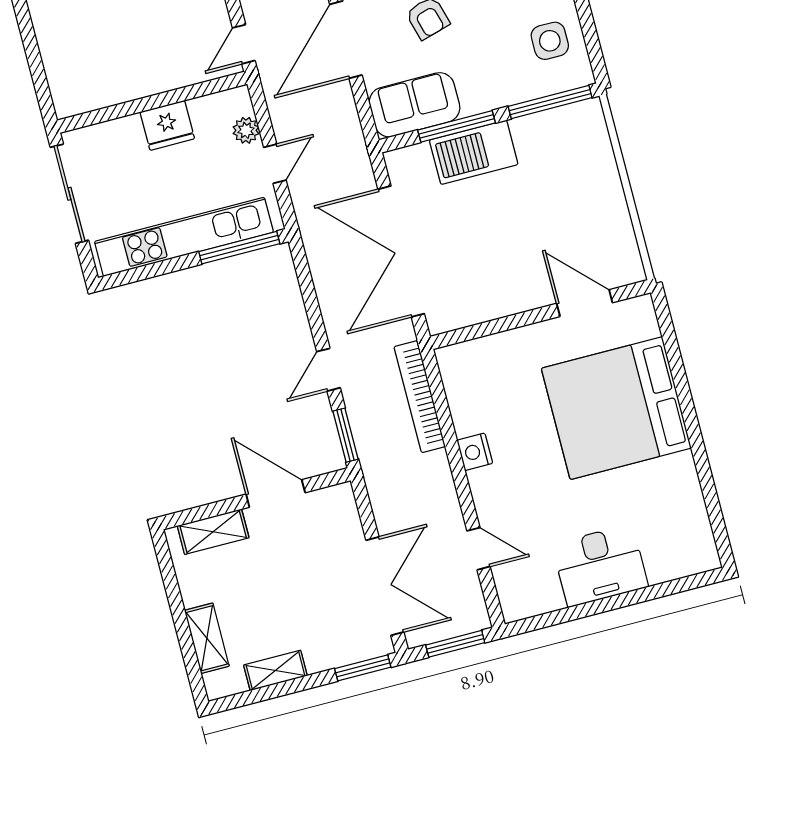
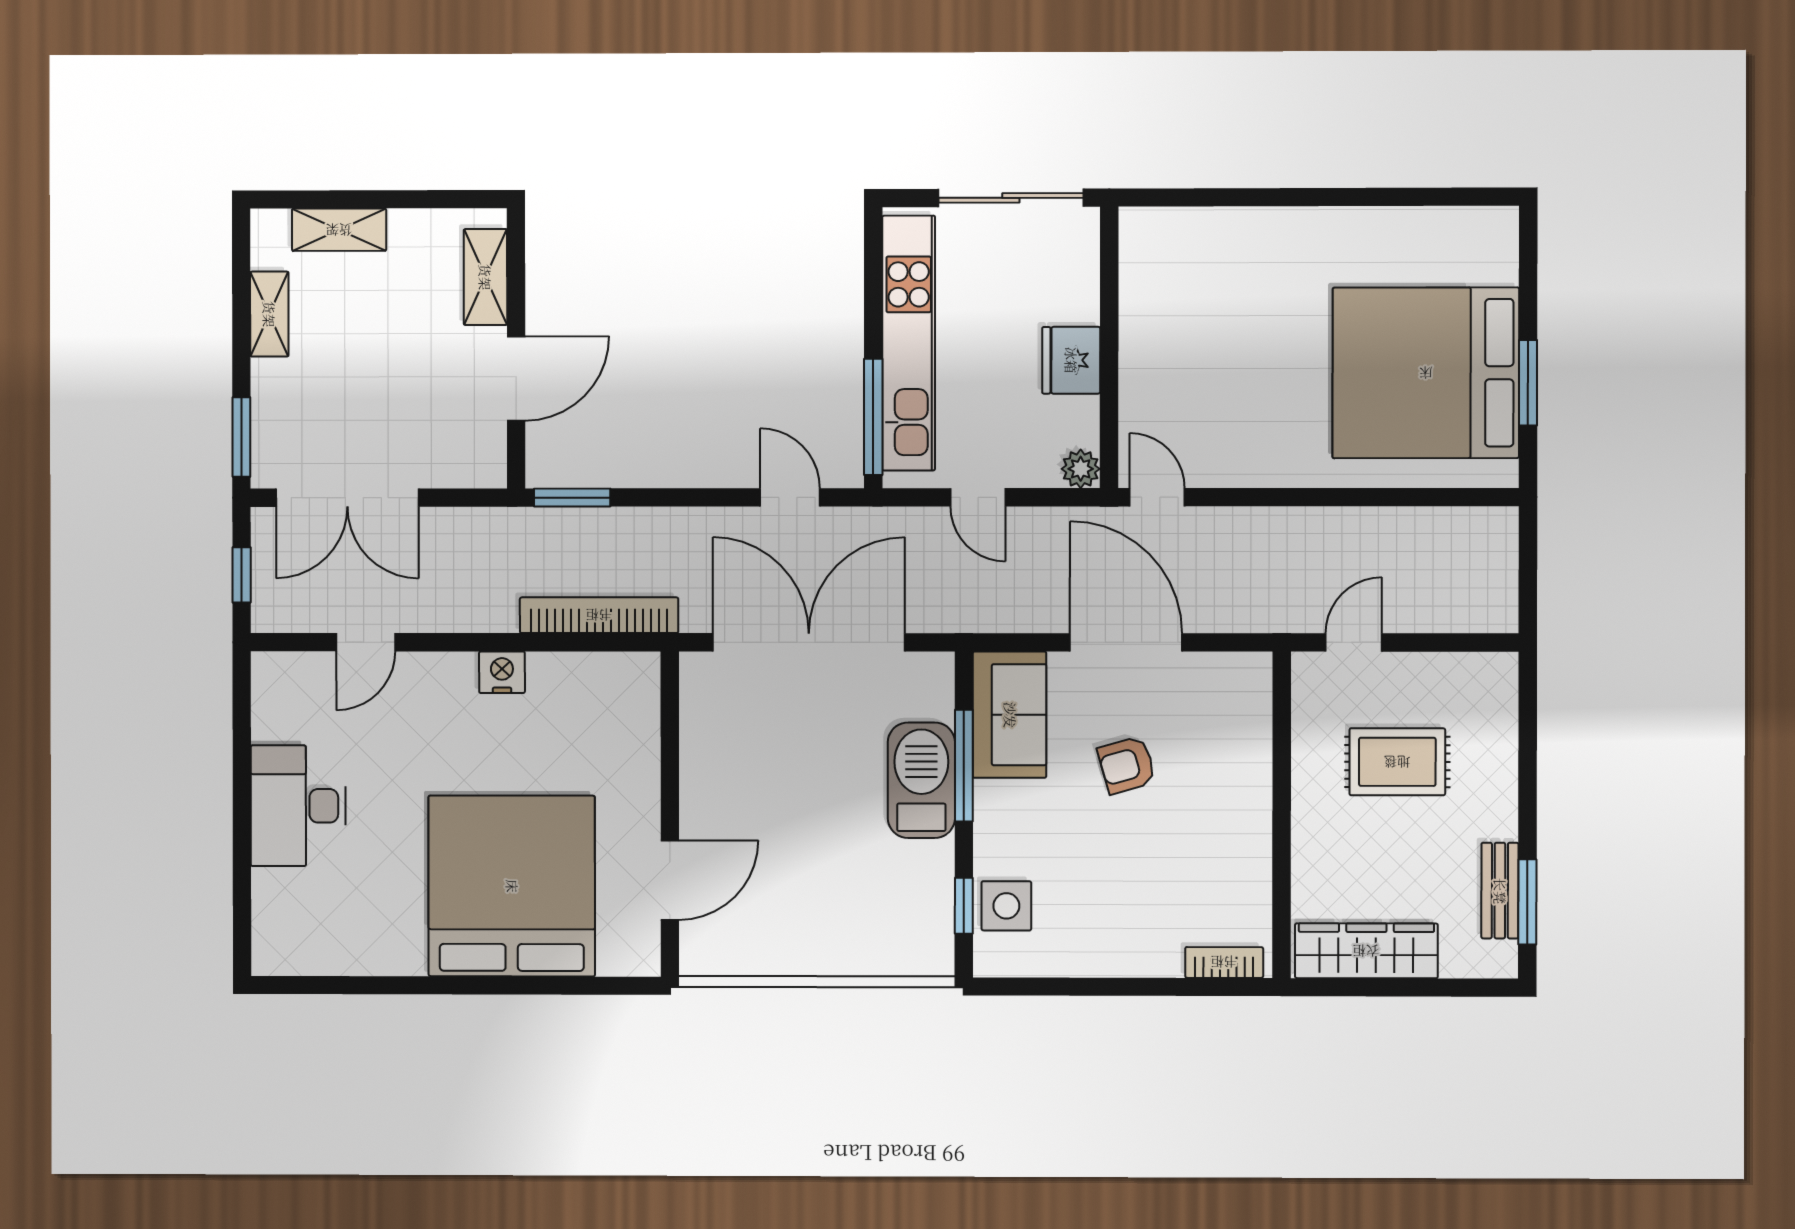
side table: (550, 41) -> (1006, 906), moved
window: (550, 102) -> (964, 906), width x0.46
plant: (246, 130) -> (1081, 469), moved
door: (328, 370) -> (790, 497), moved
window: (455, 644) -> (242, 575), width x0.67

